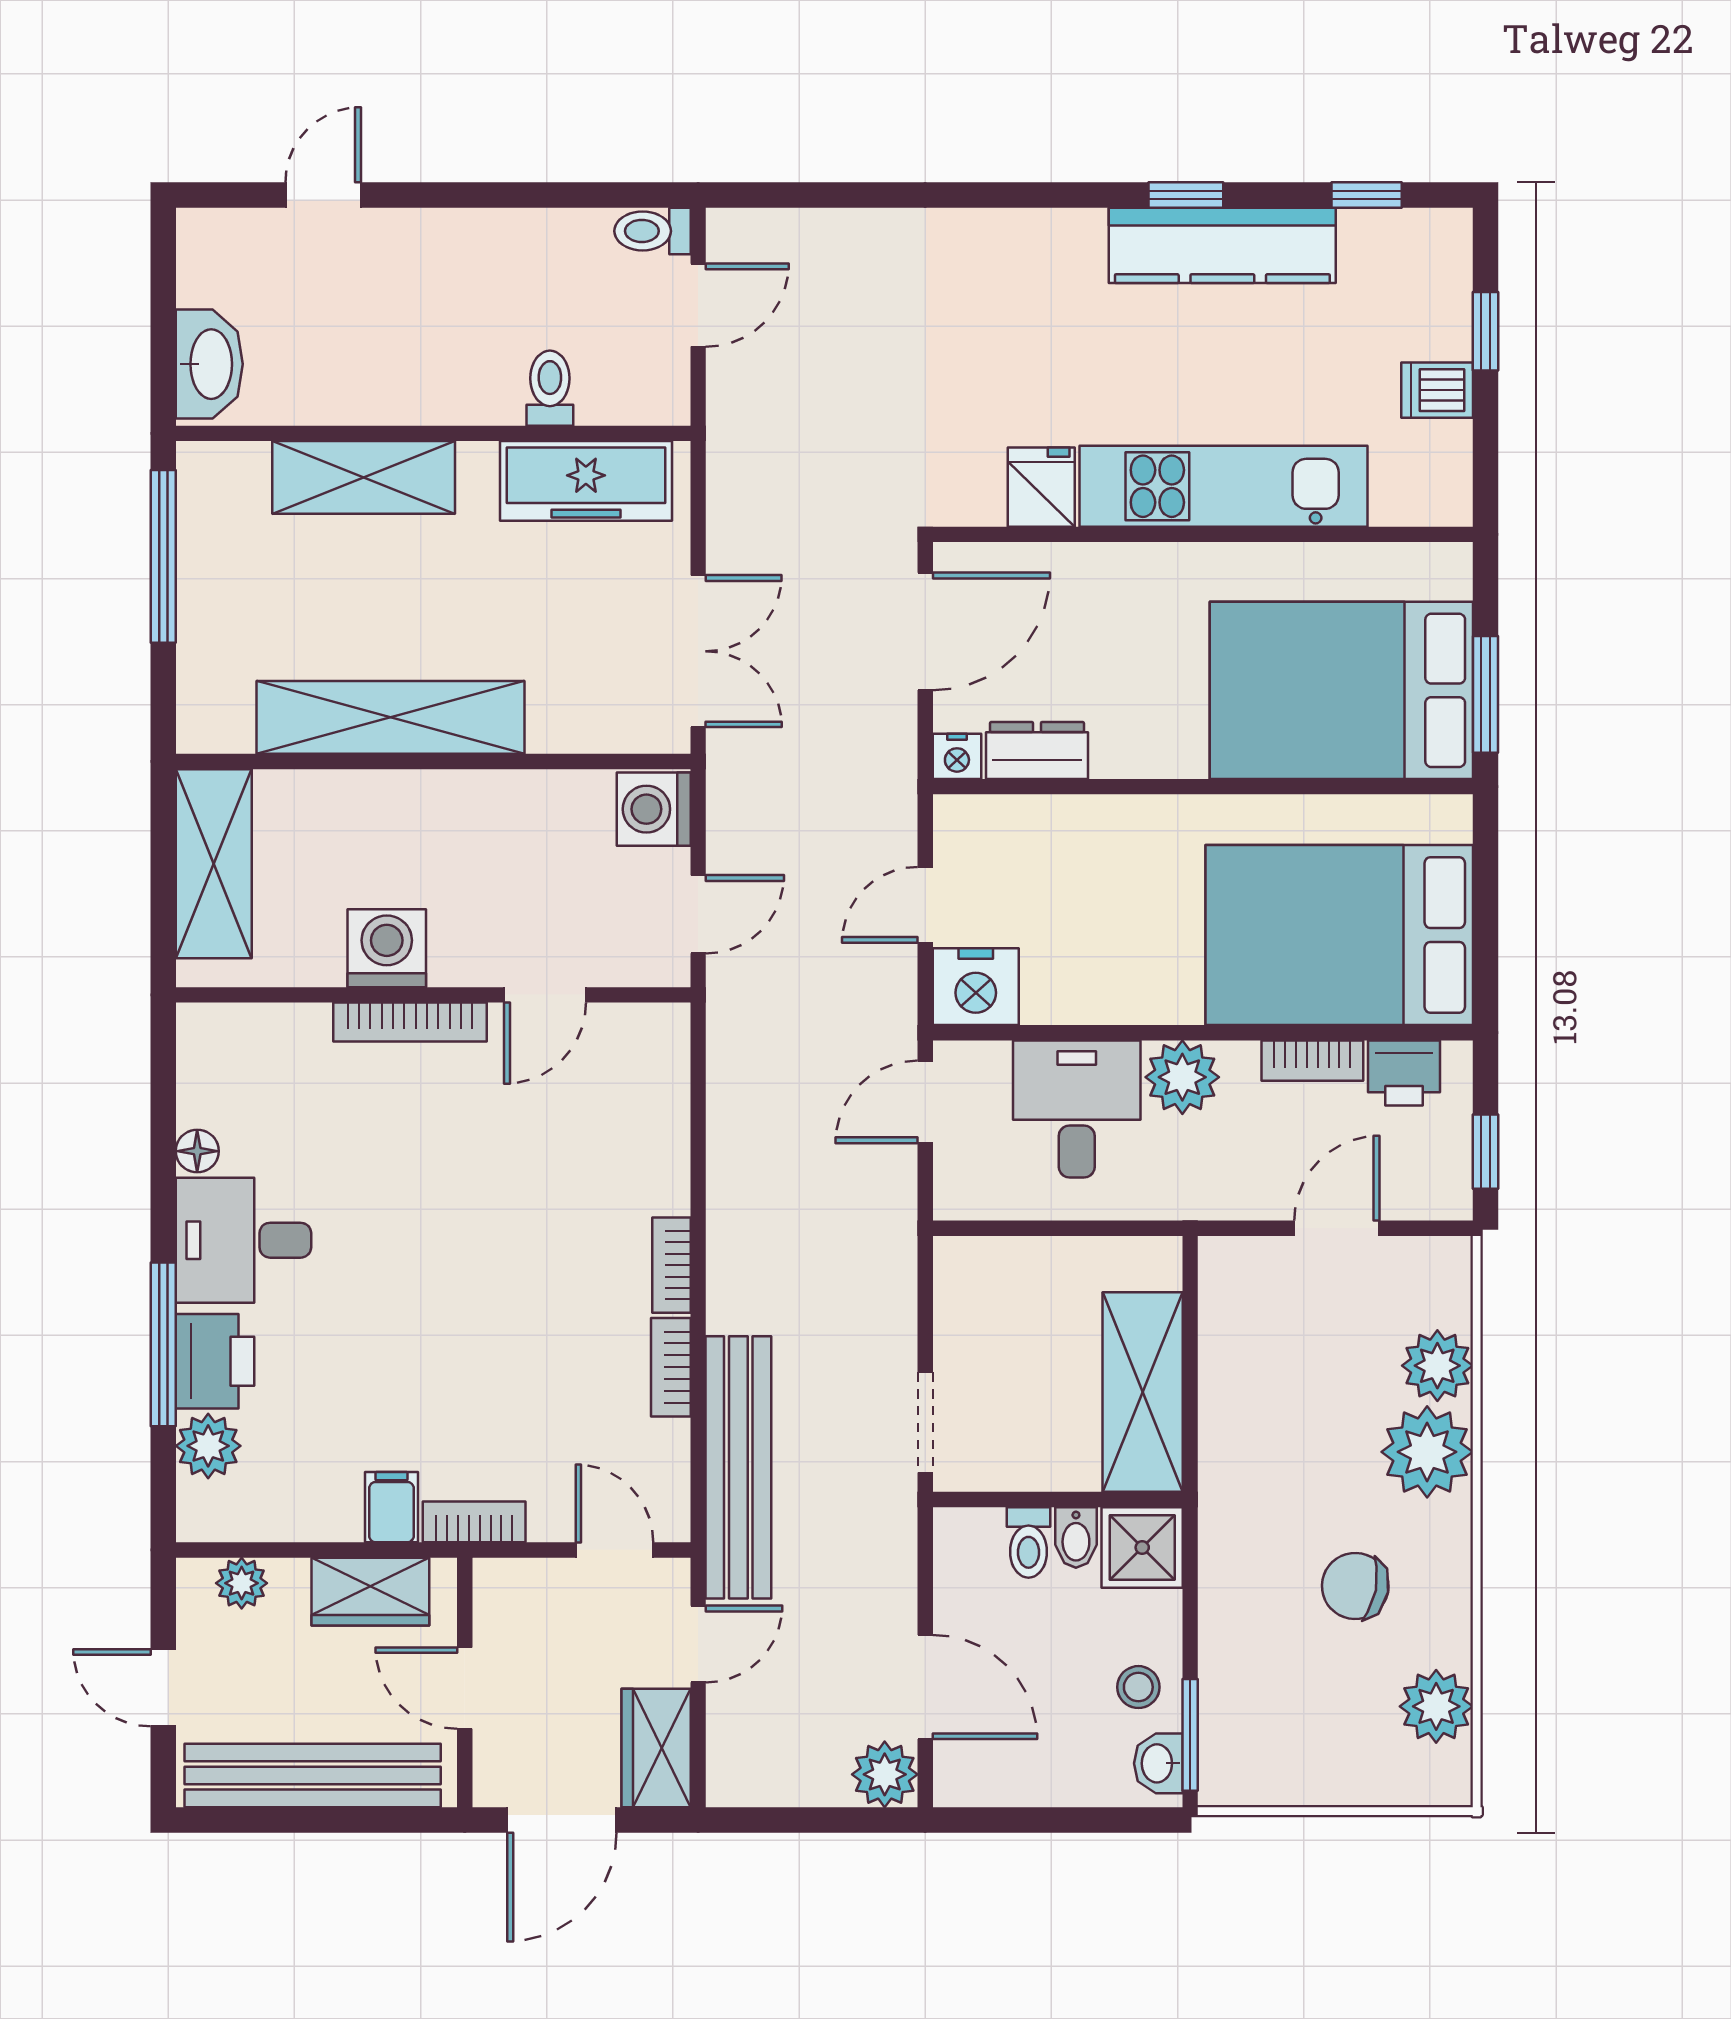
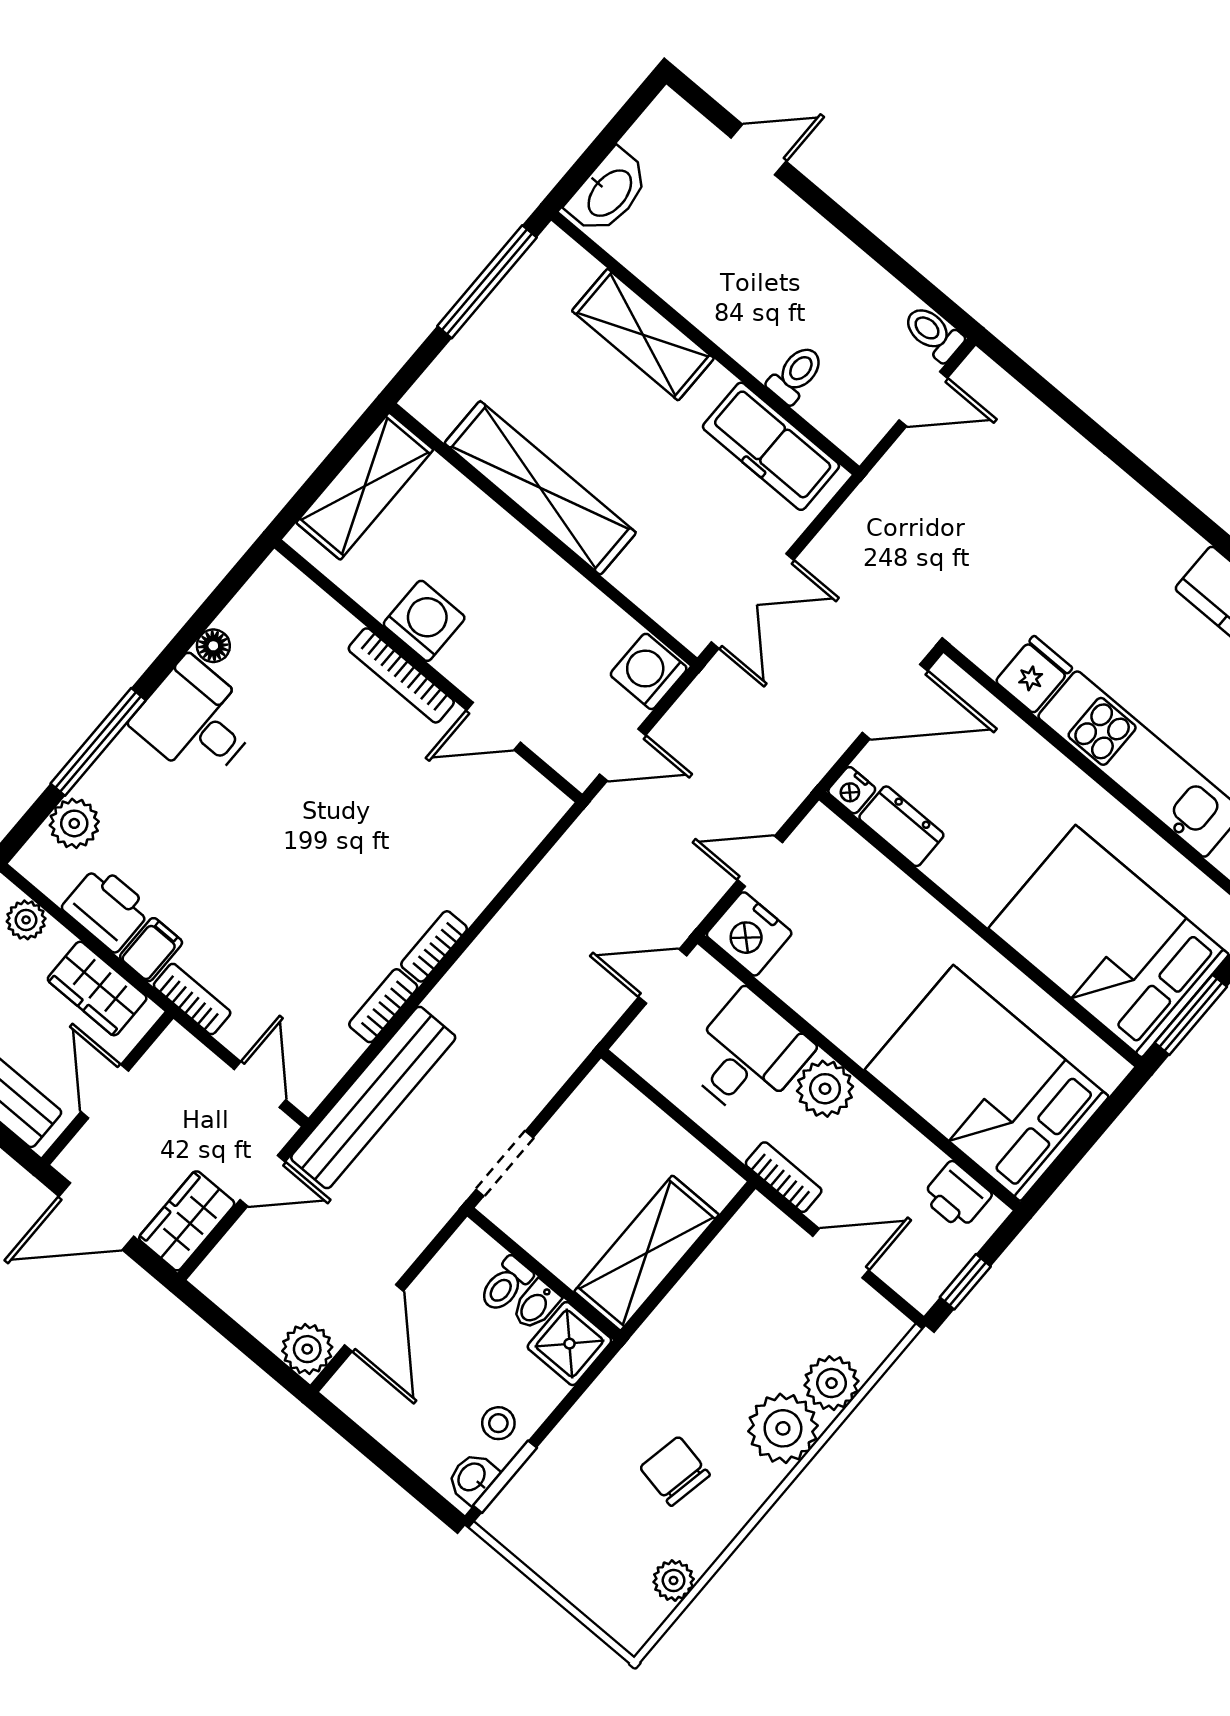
bookcase: (1312, 1061) -> (784, 1177), moved, turned 180
printer: (215, 1361) -> (107, 908), moved, turned -90
plant: (1436, 1706) -> (674, 1581), width x0.73, depth x0.73

